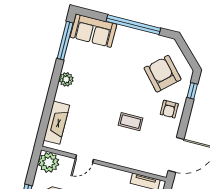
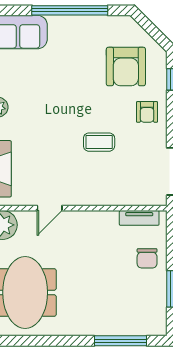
armchair: (163, 74) -> (126, 67), turned -138

